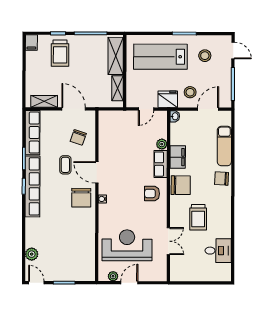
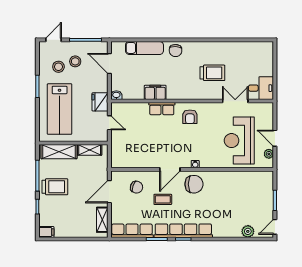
trolley: (60, 53) -> (55, 187), moved
stool: (190, 92) -> (75, 61), moved
plant: (162, 144) -> (143, 108), removed
chair: (181, 185) -> (182, 90), removed
desk: (218, 251) -> (261, 88), moved, turned 90

